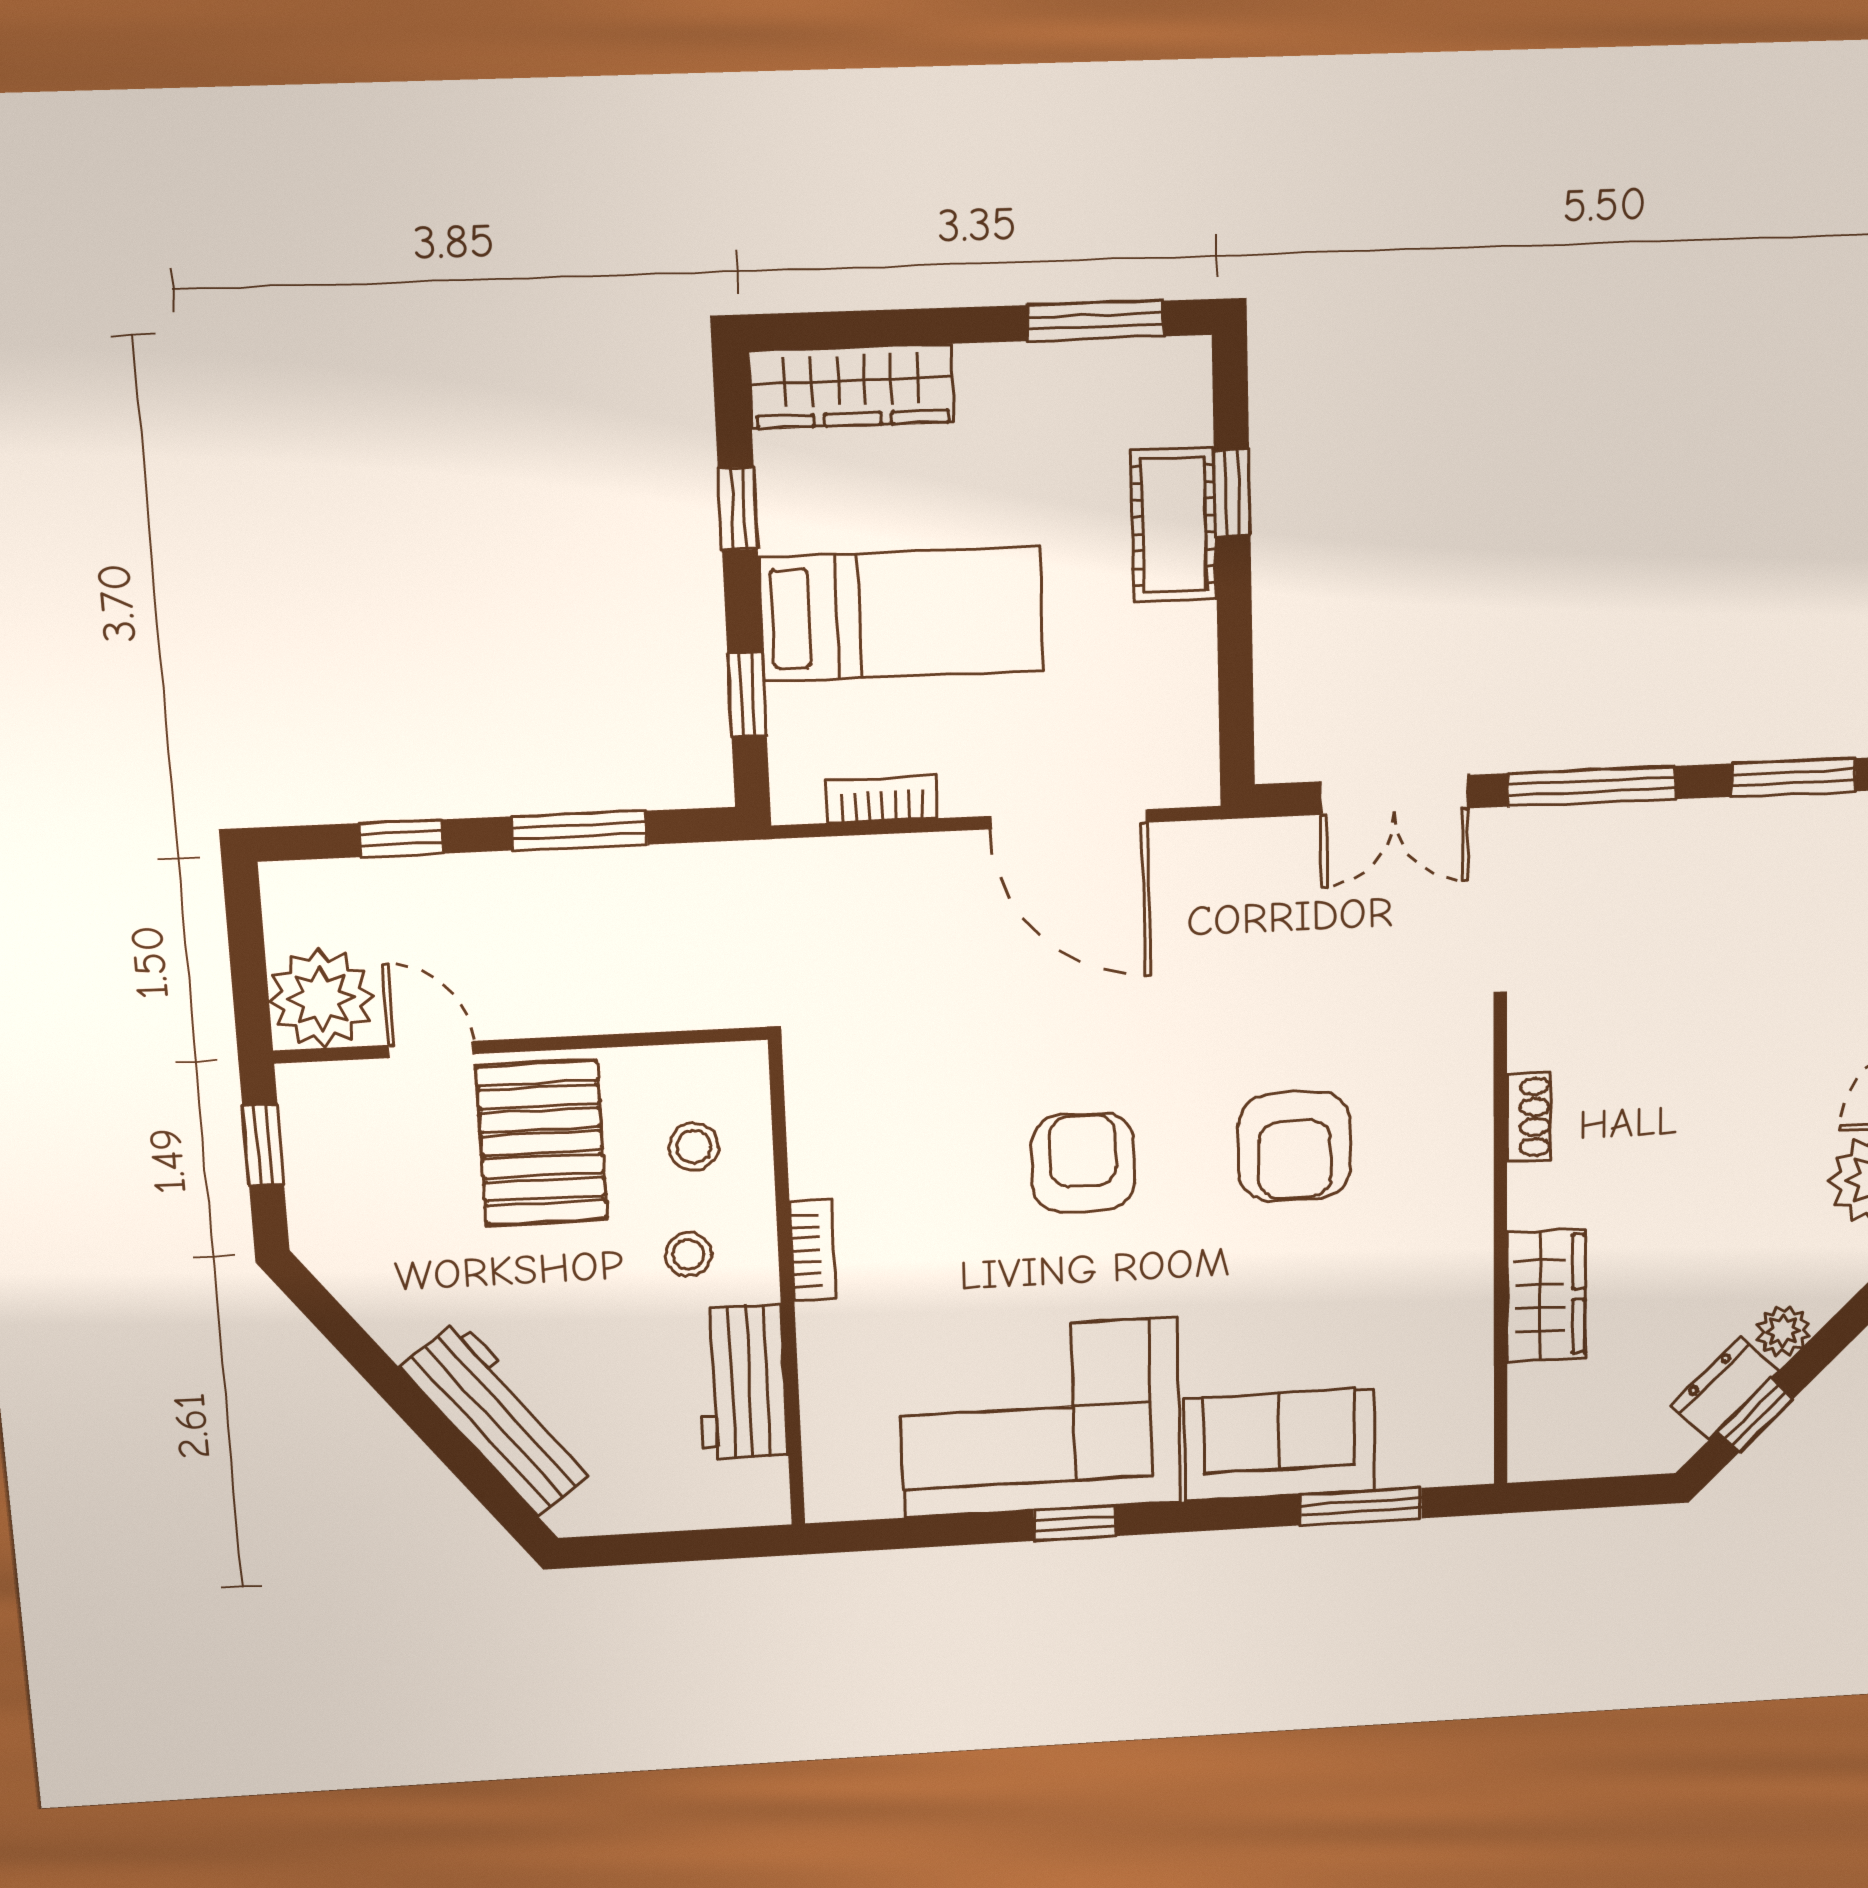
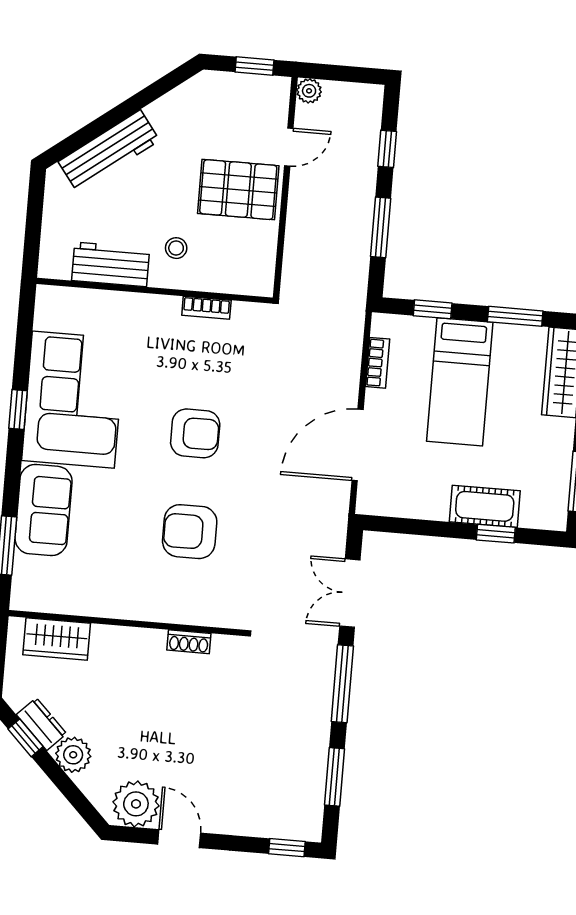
window: (738, 509) -> (515, 316), width x1.50
plant: (321, 998) -> (309, 91), width x0.53, depth x0.53
stool: (694, 1147) -> (227, 257), removed
bookcase: (813, 1250) -> (206, 308), moved
wardrobe: (1546, 1296) -> (57, 639), moved
plant: (1783, 1331) -> (73, 755), width x1.38, depth x1.38

